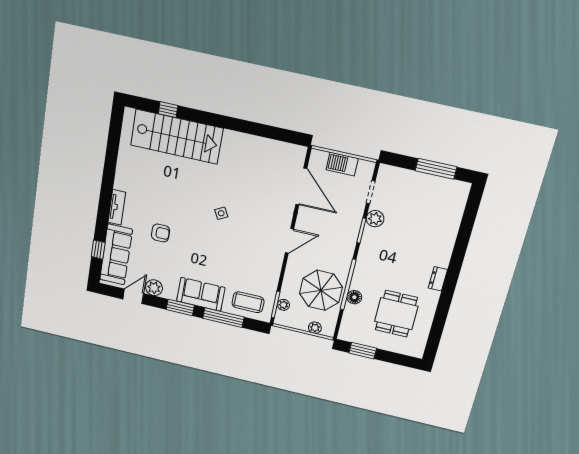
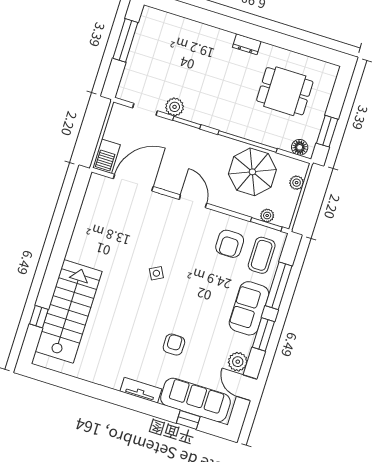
barbecue: (342, 164) -> (106, 156), moved
armchair: (255, 275) -> (230, 244), added
floor lamp: (354, 297) -> (300, 147), moved

